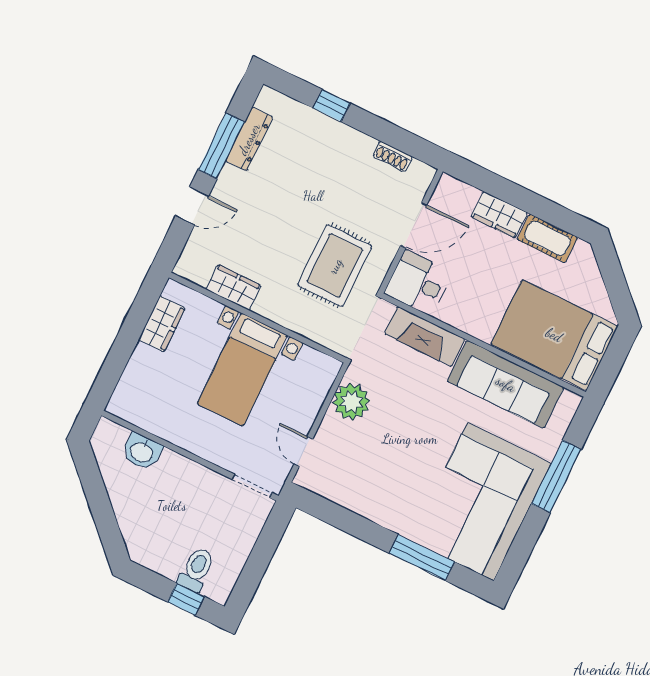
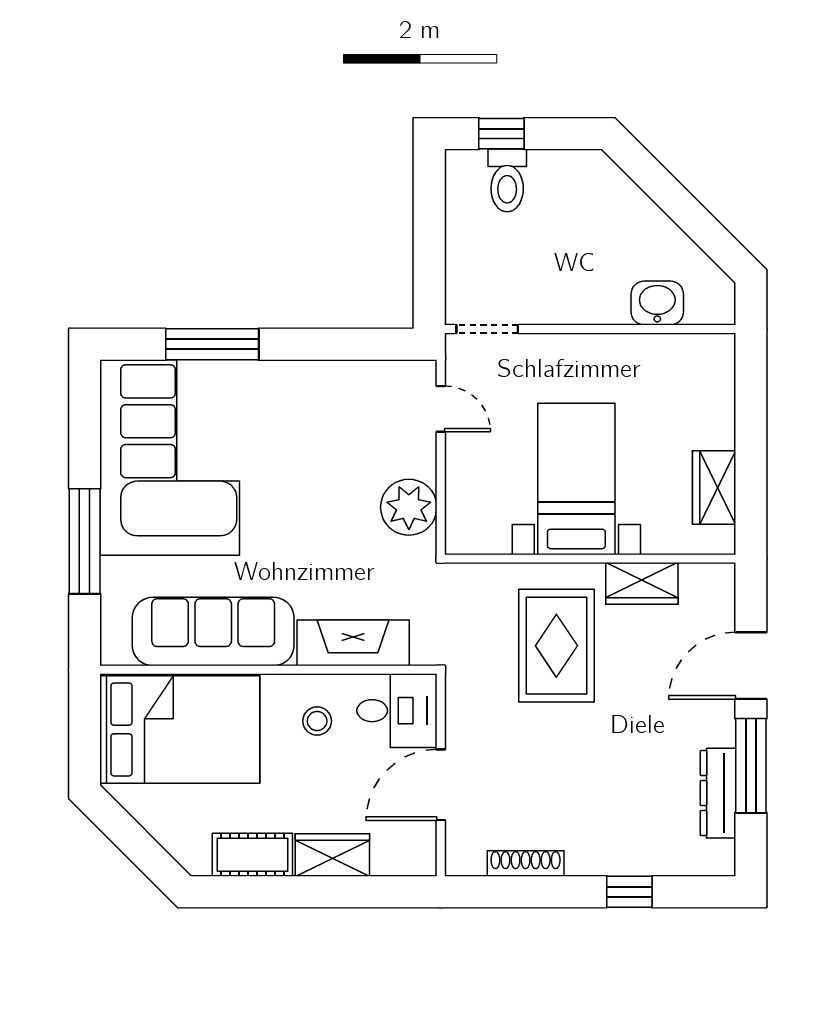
shoe rack: (393, 156) -> (526, 864), width x1.43
door: (192, 206) -> (751, 666), width x1.38
rug: (335, 266) -> (556, 646), moved
stool: (469, 300) -> (317, 721), added

